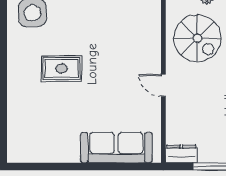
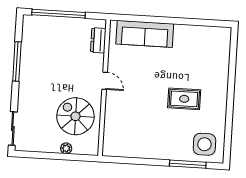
dresser: (181, 154) -> (98, 40), moved, turned 90

